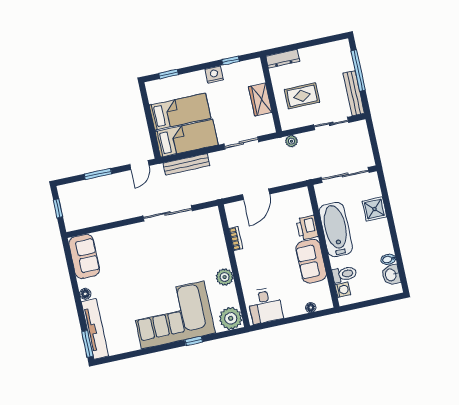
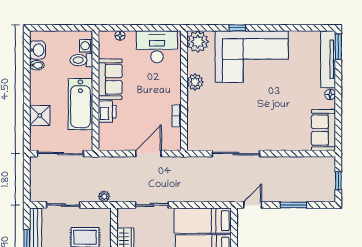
bench: (187, 164) -> (208, 196), removed
desk: (265, 305) -> (157, 47), width x1.37

